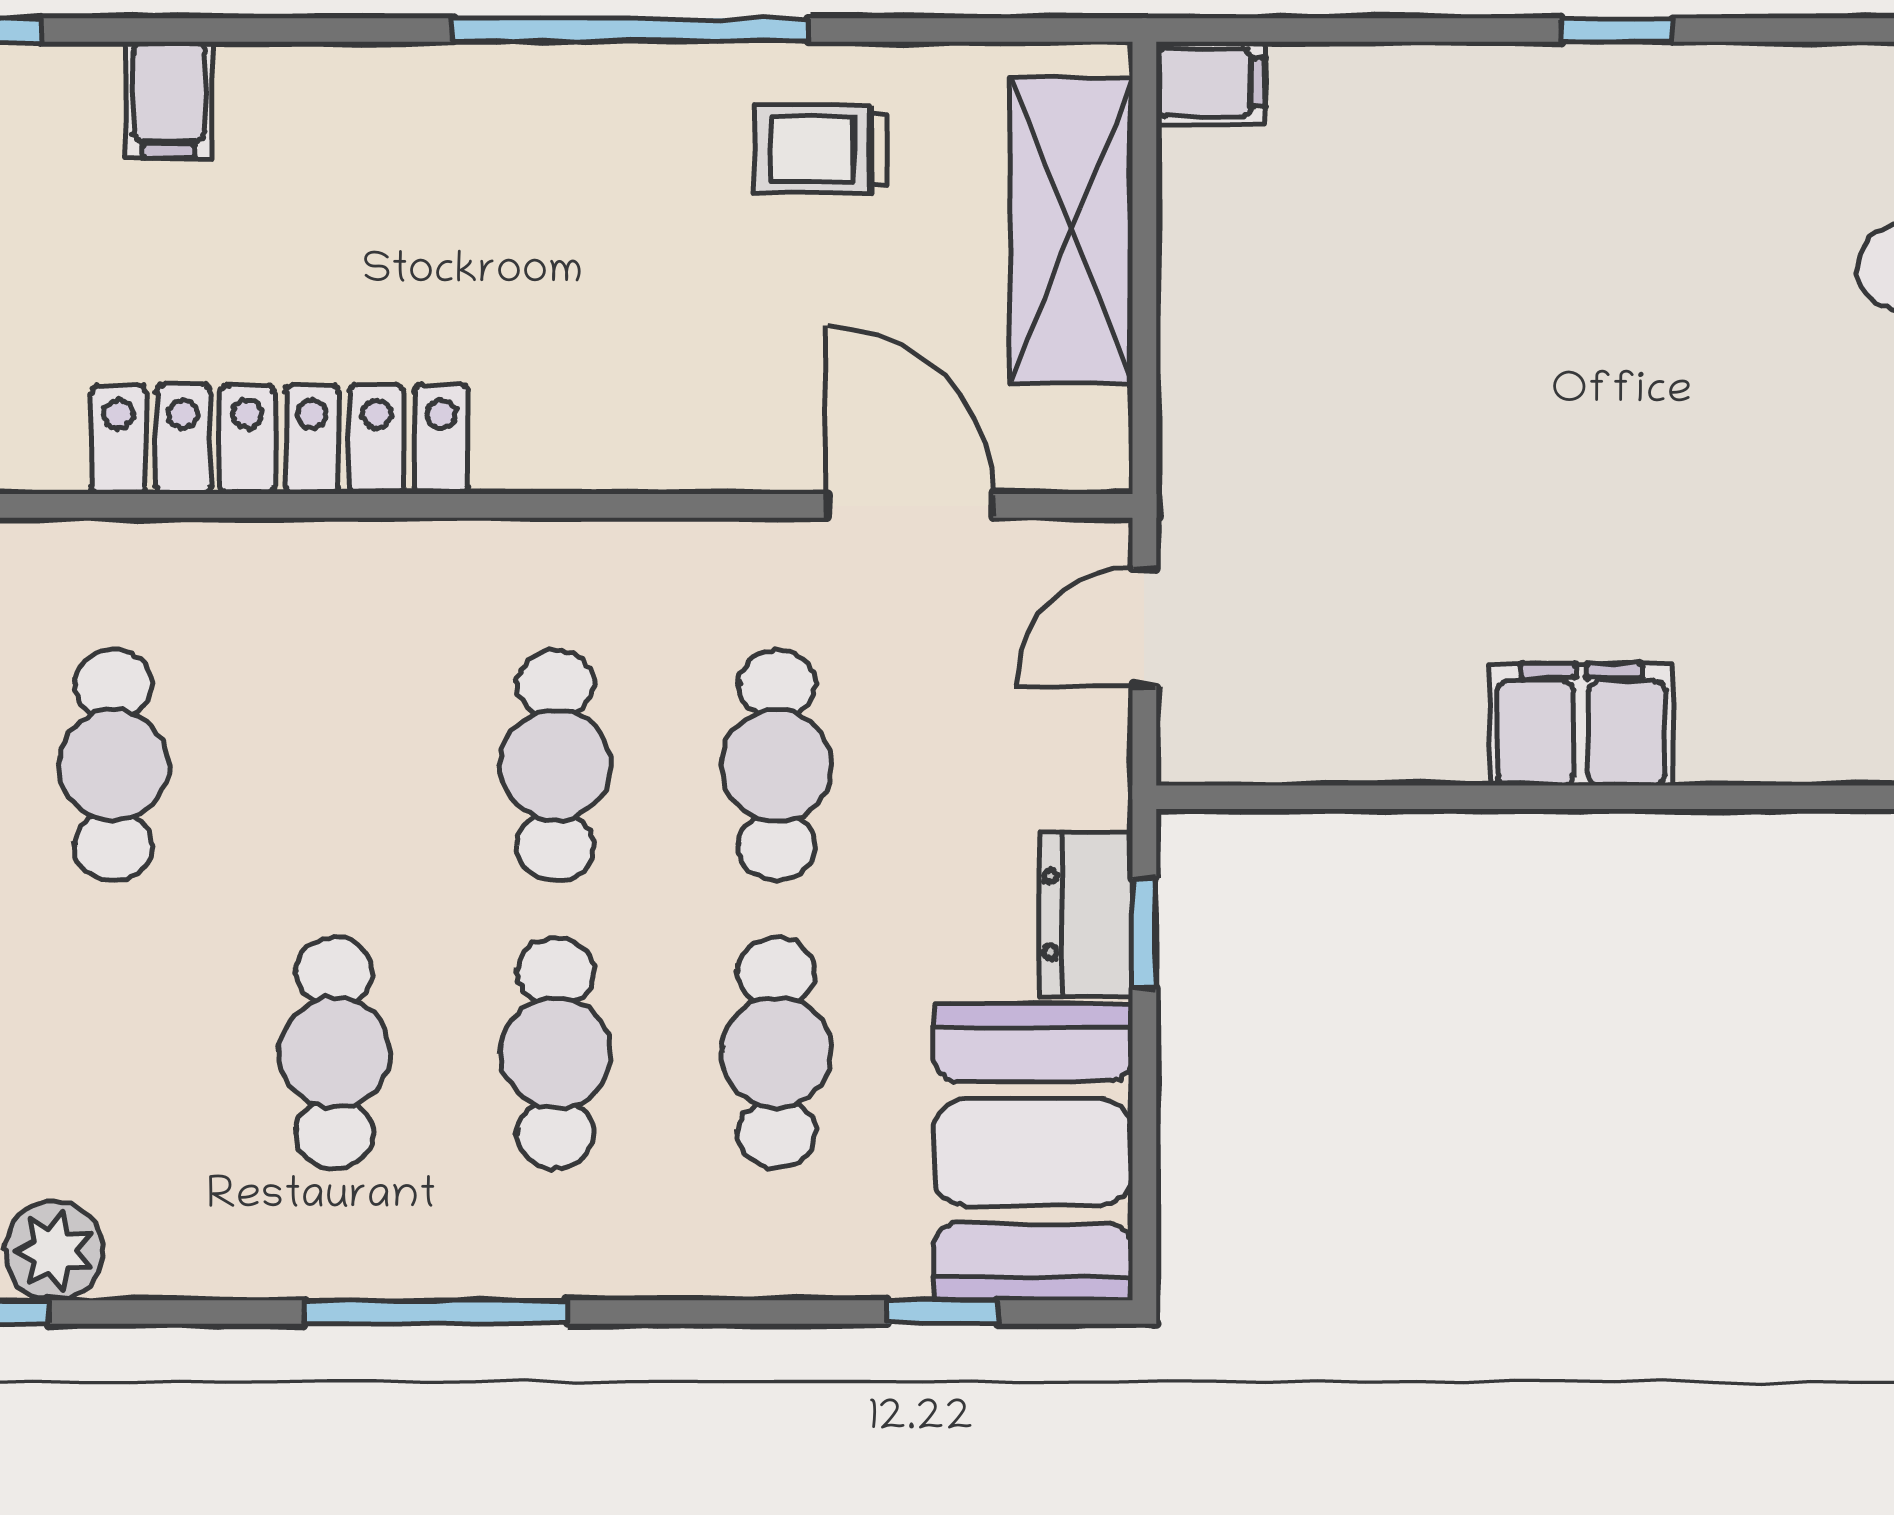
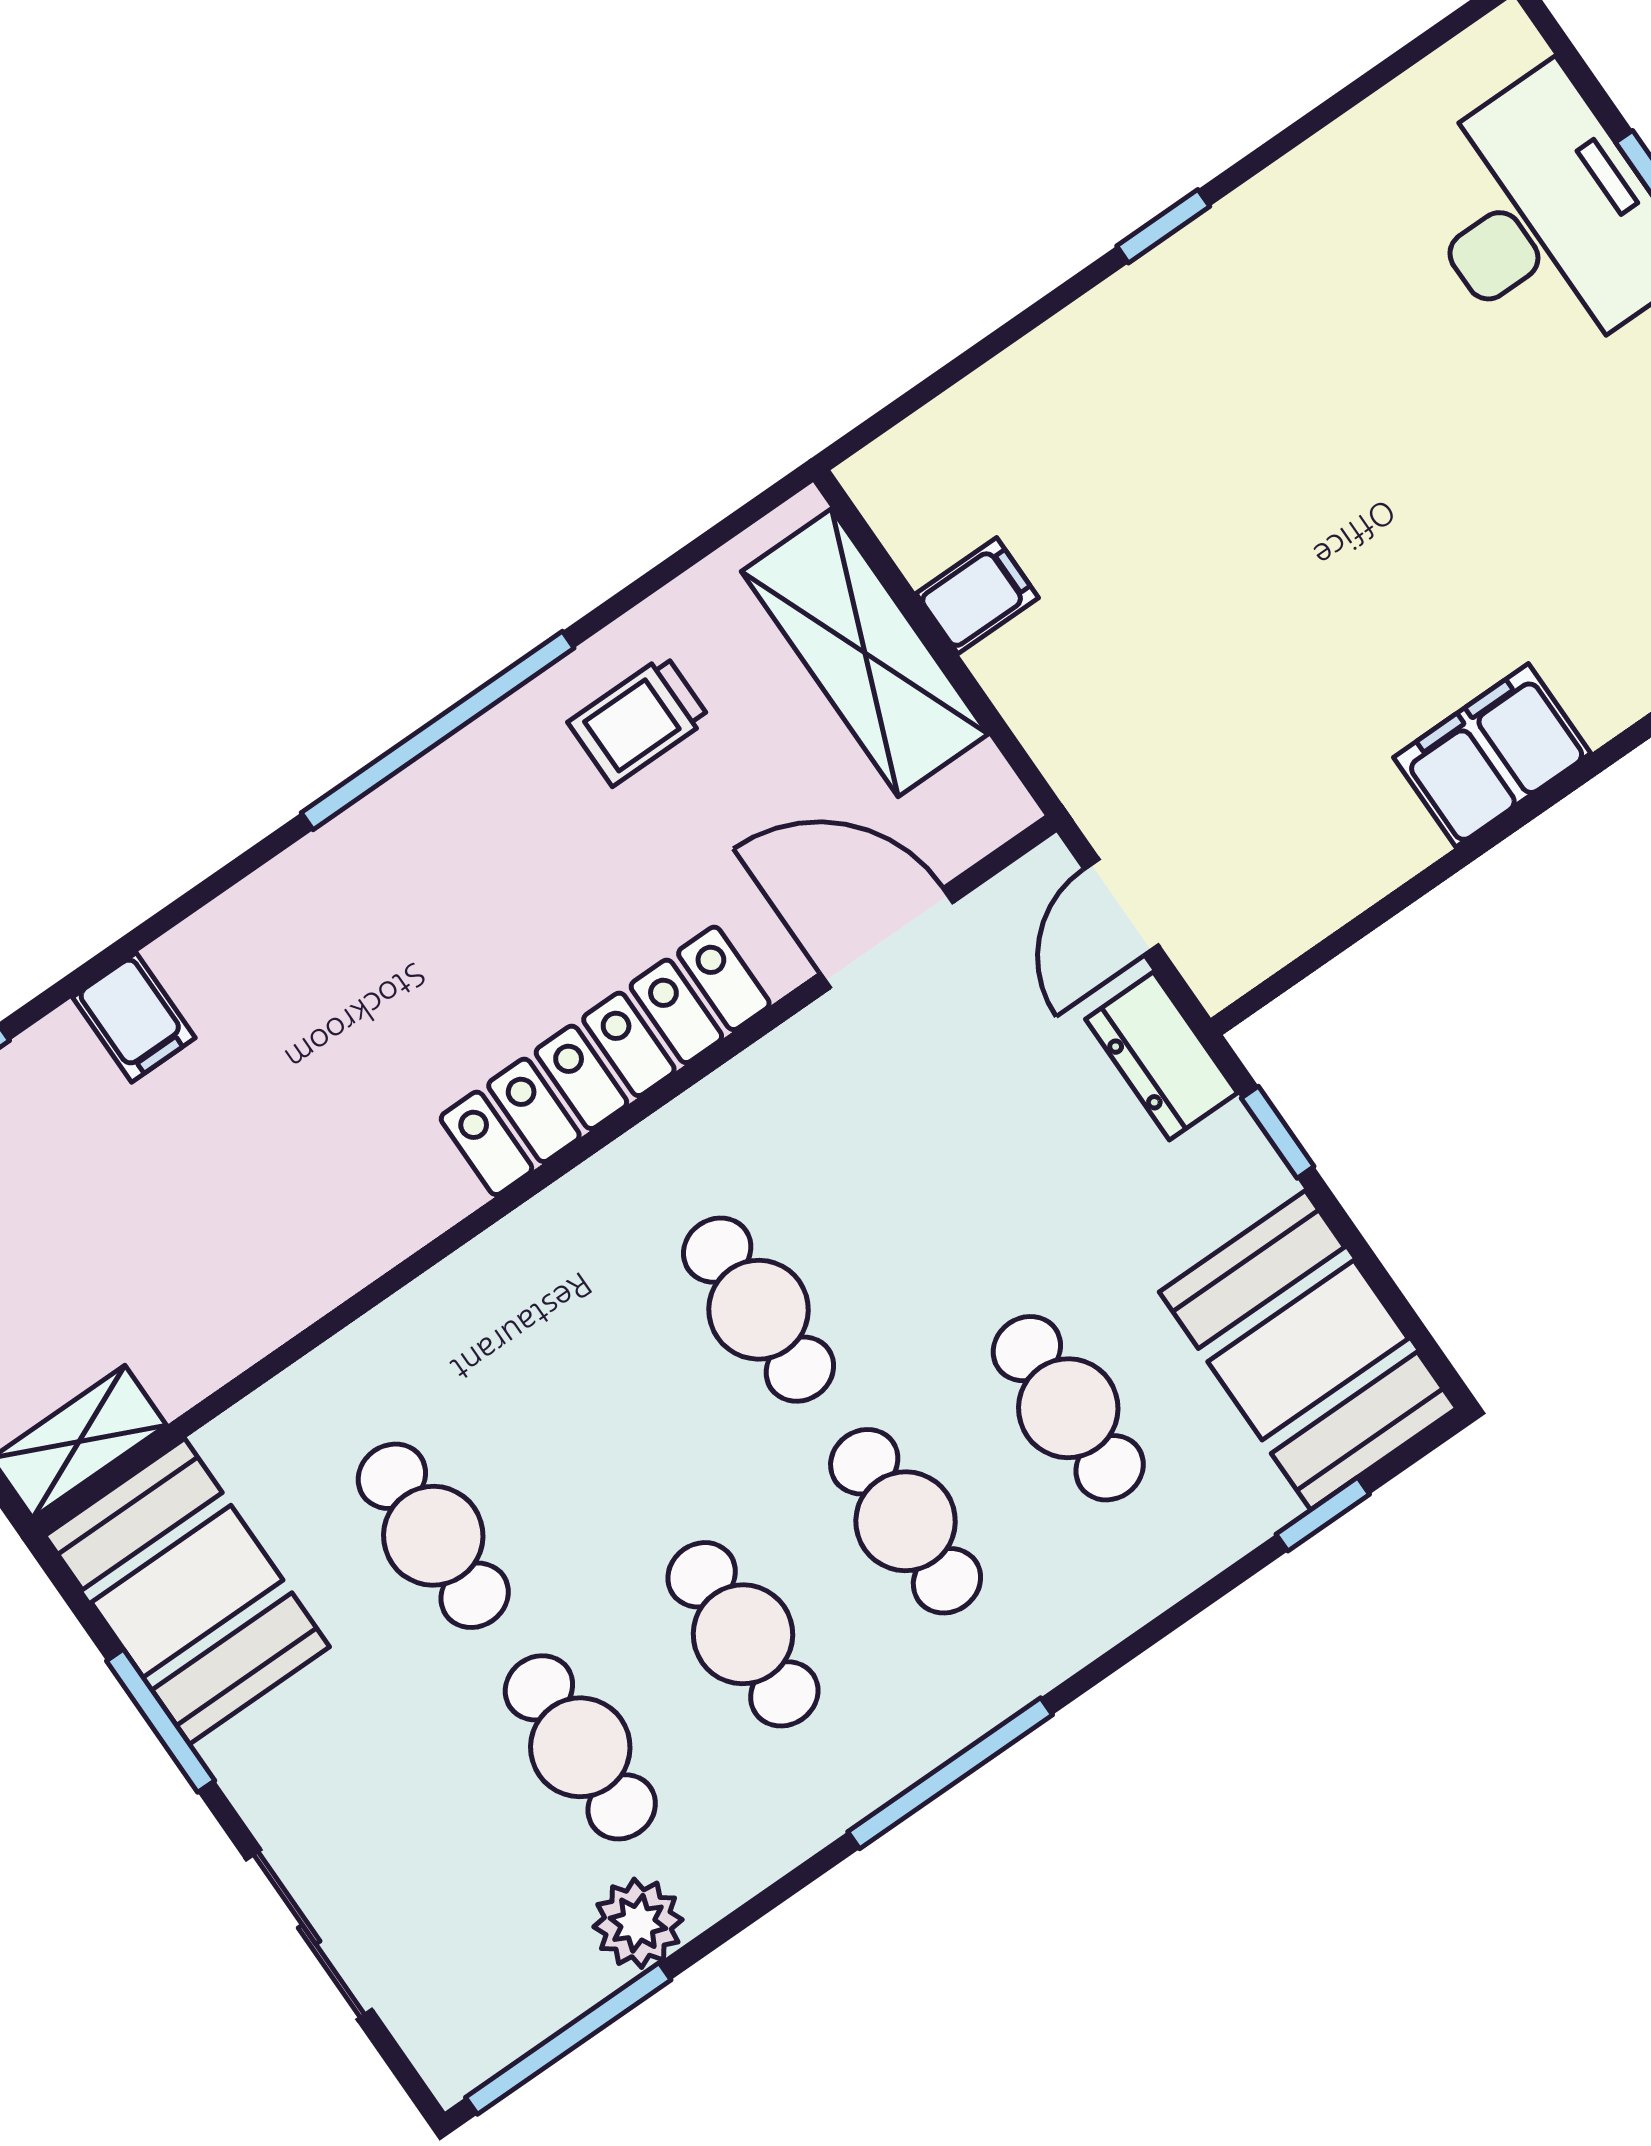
filing cabinet: (1211, 83) -> (977, 596), moved
locker: (280, 439) -> (605, 1061), moved
cafe table: (777, 765) -> (580, 1747), moved
dresser: (1086, 914) -> (1161, 1056), moved

